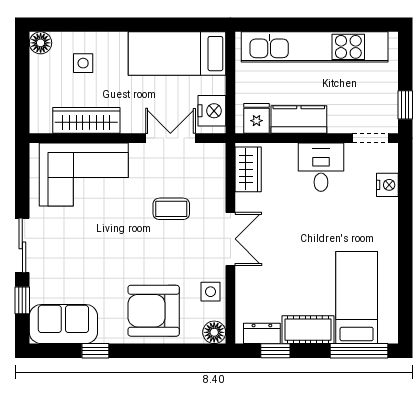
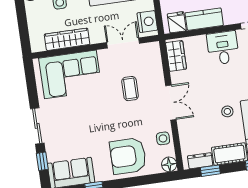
coffee table: (171, 209) -> (130, 89), turned 90
stool: (314, 265) -> (227, 111), added

